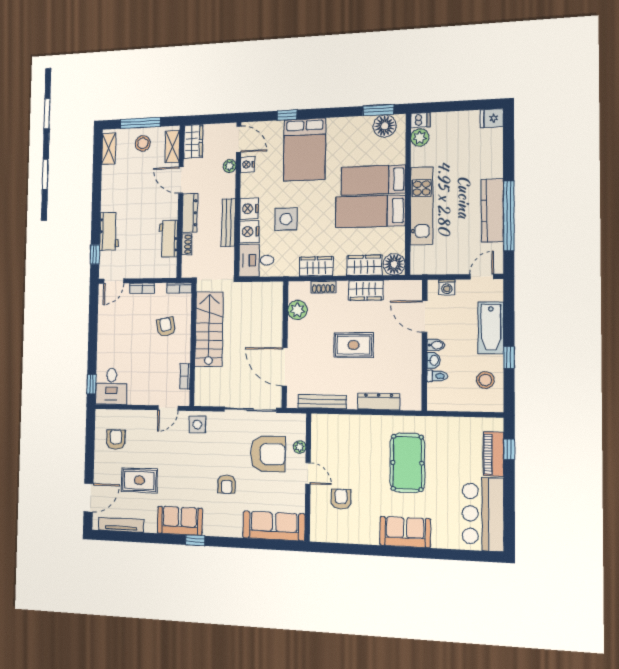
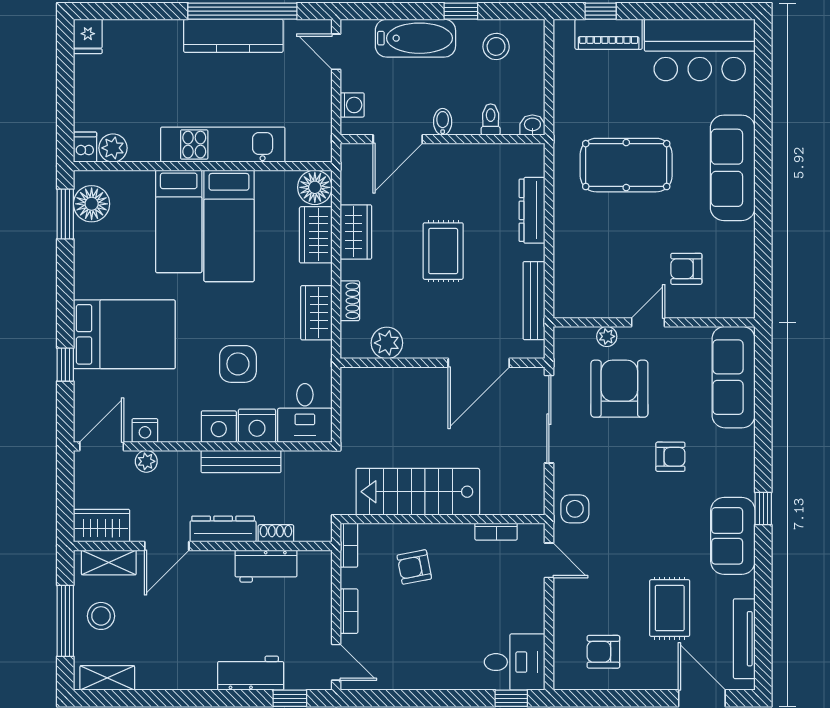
washbasin: (434, 360) -> (532, 125), moved
sofa: (405, 532) -> (733, 168), width x1.36

